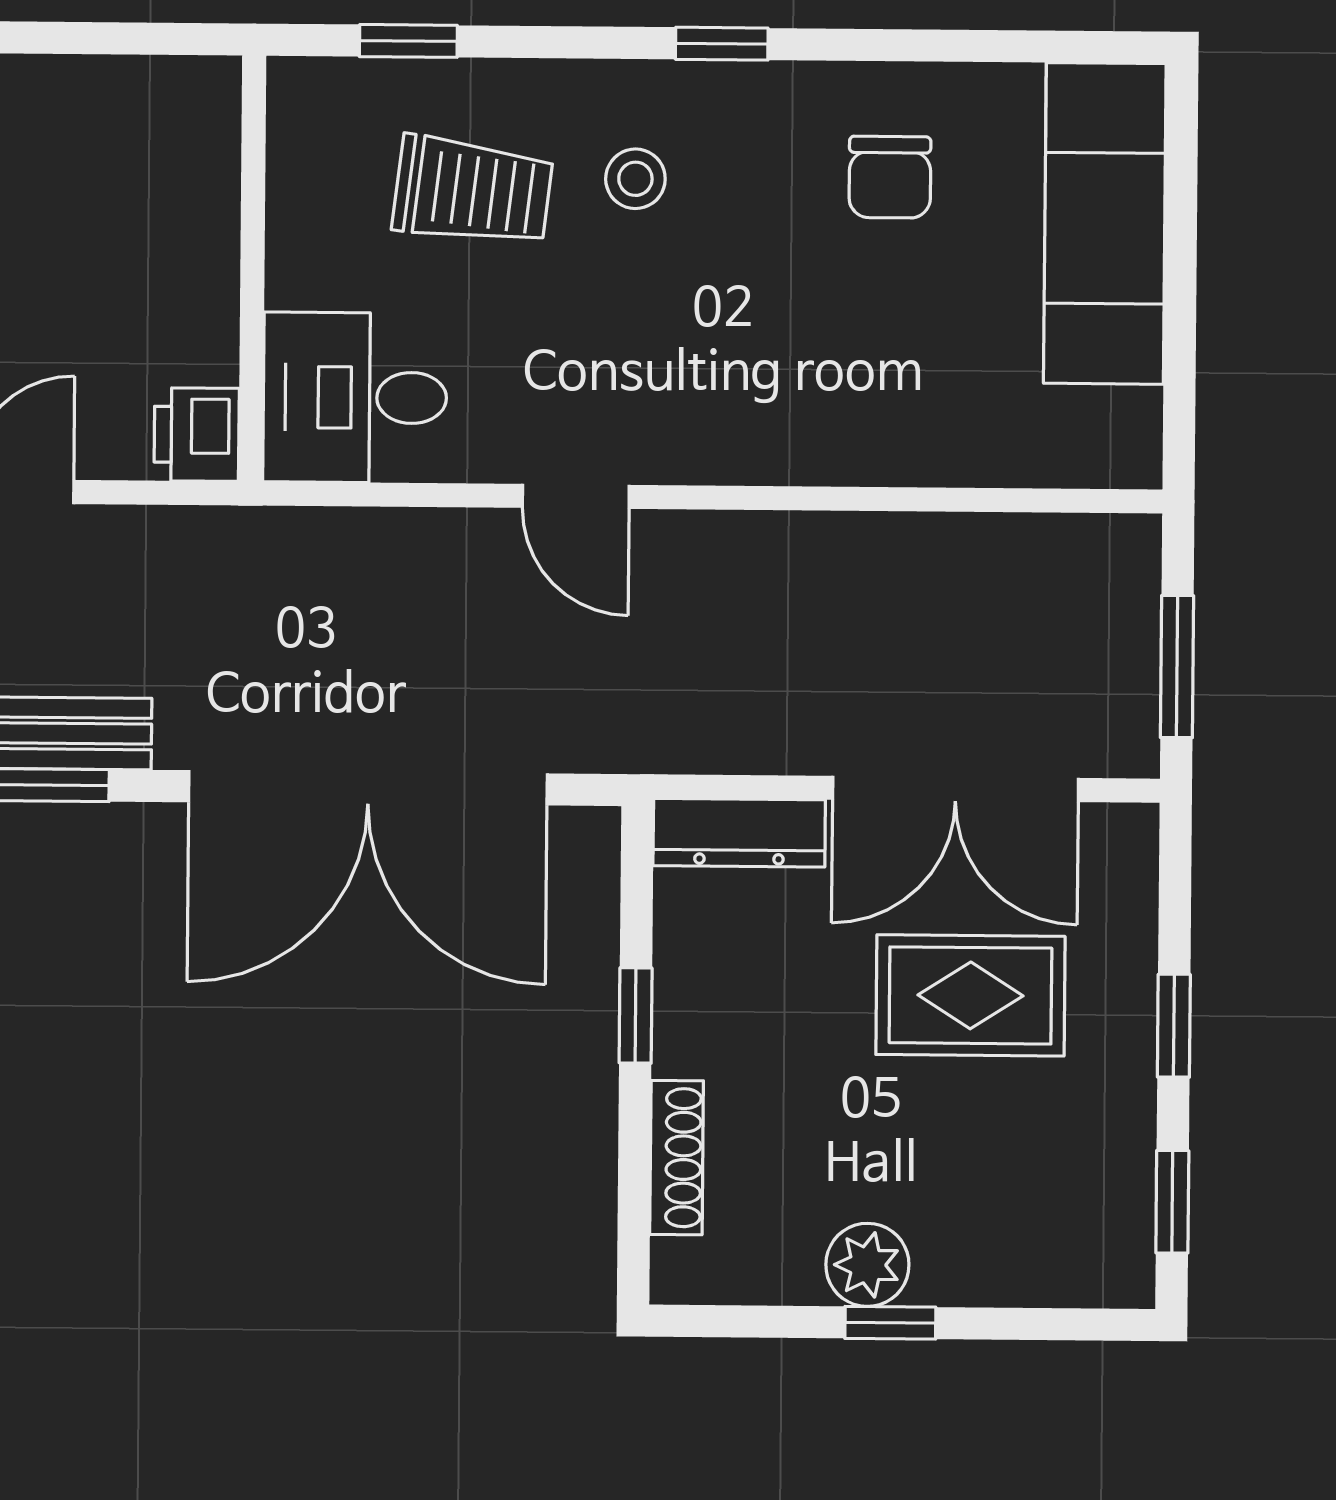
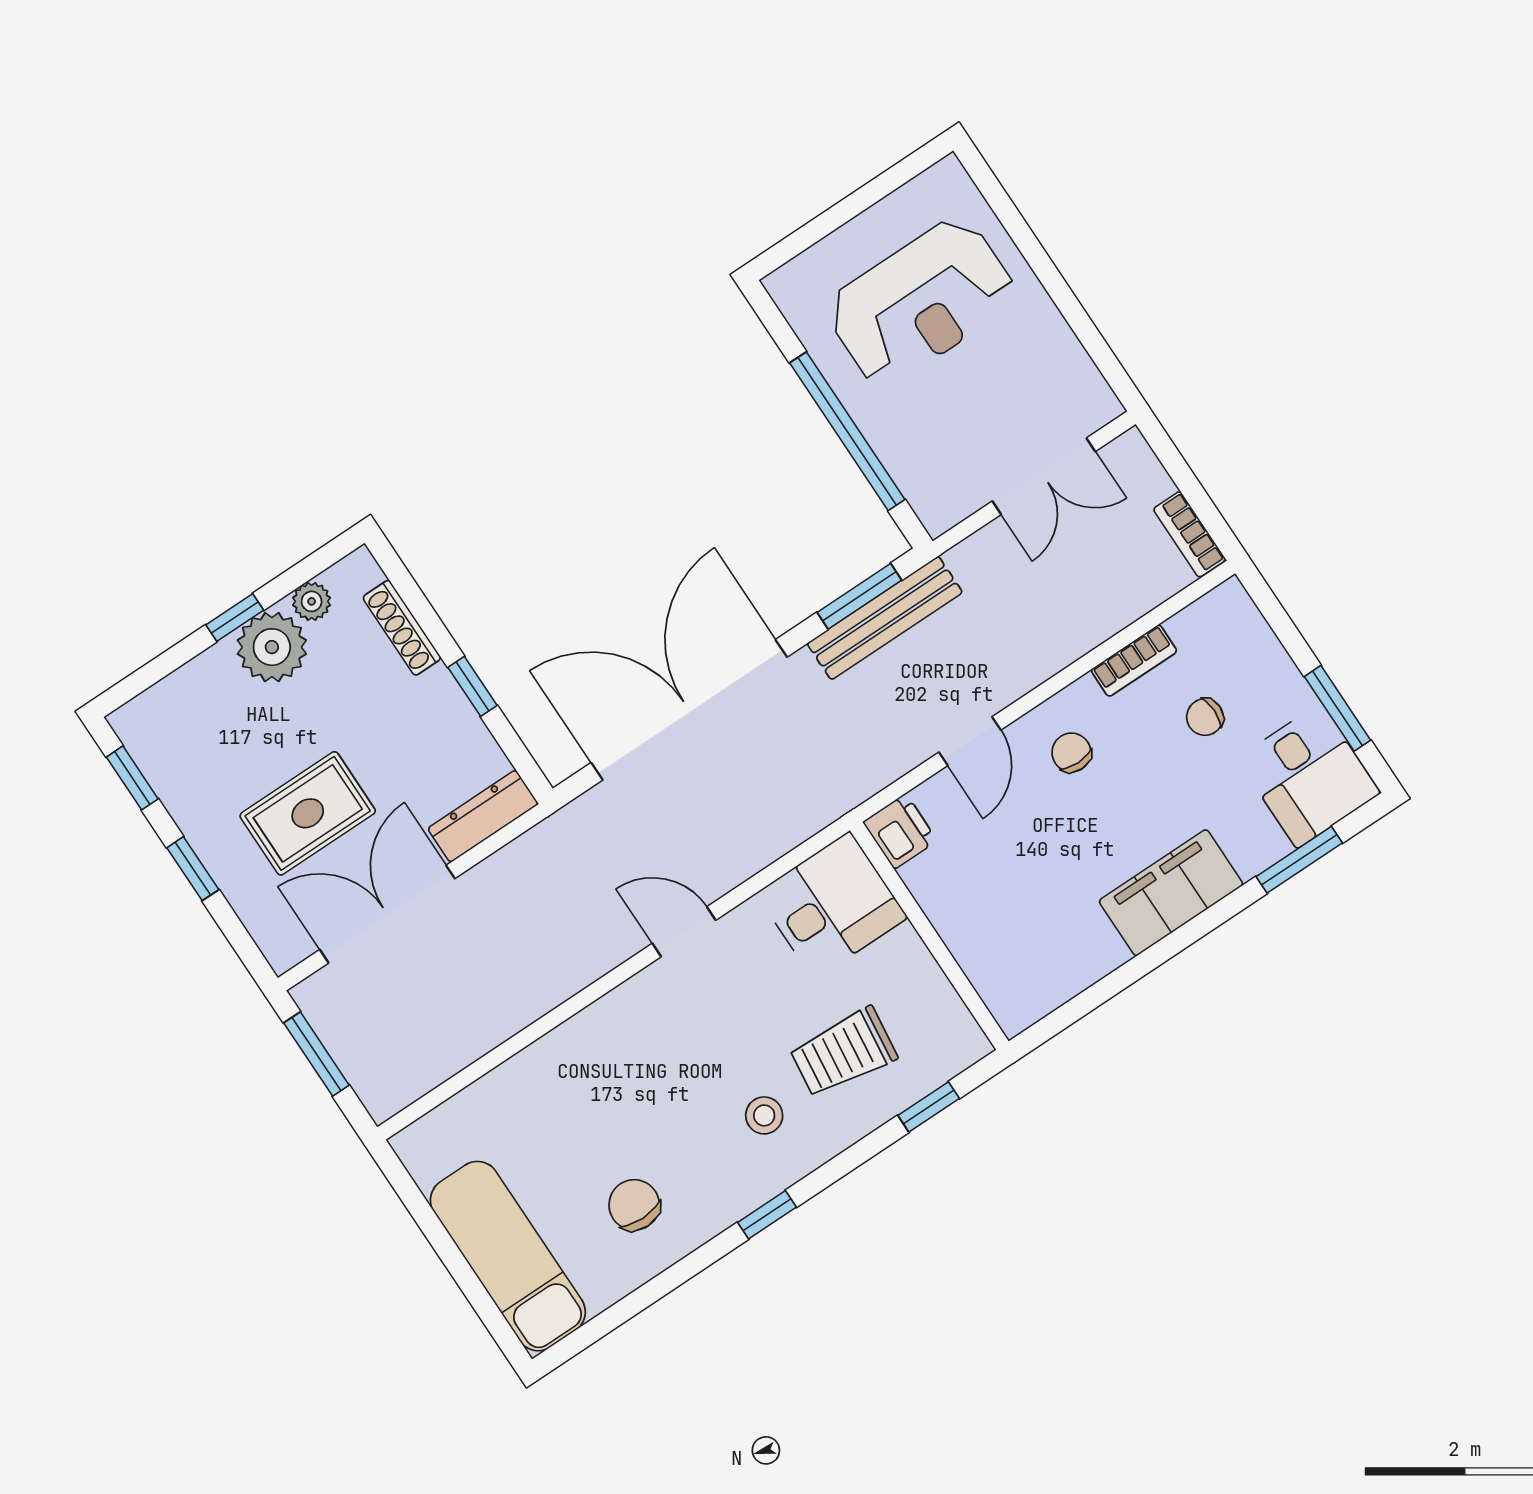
plant: (867, 1265) -> (272, 647), width x1.36, depth x1.36
plant: (773, 1275) -> (312, 601), added

